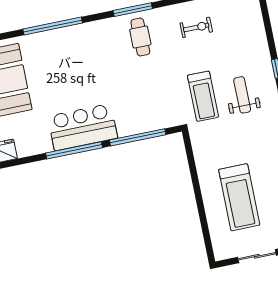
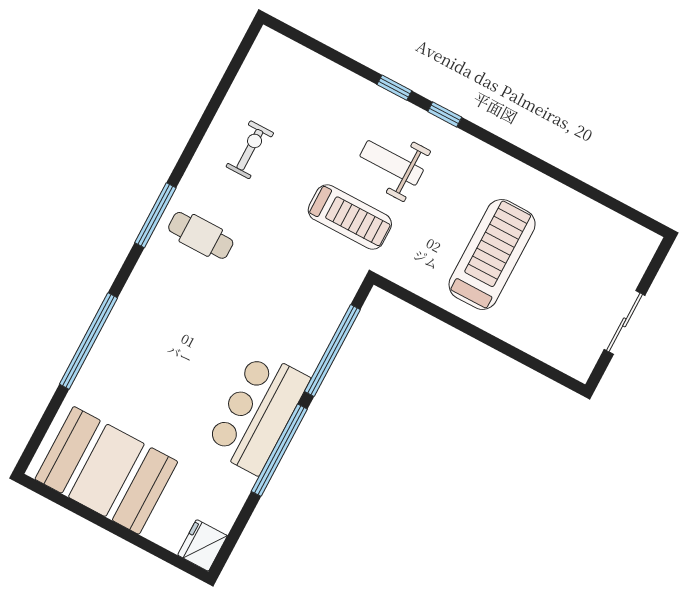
treadmill: (239, 197) -> (492, 254), moved, turned -90

